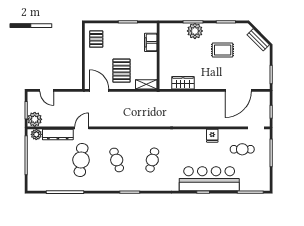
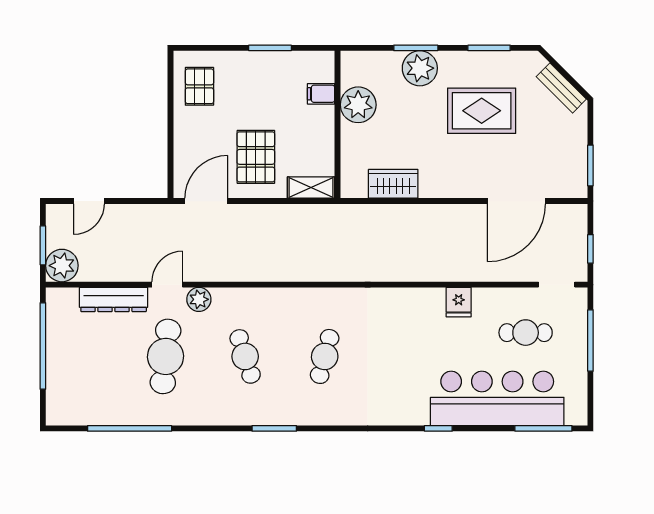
filing cabinet: (151, 42) -> (321, 94), width x0.50
plant: (167, 47) -> (358, 105), added
rug: (223, 50) -> (482, 111), width x1.36, depth x1.43
door: (47, 90) -> (89, 201), hinge flipped
door: (99, 90) -> (206, 201), hinge flipped
plant: (36, 134) -> (199, 299), moved
bar counter: (209, 179) -> (497, 398), moved

